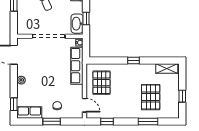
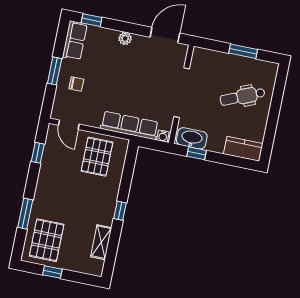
shelving: (167, 69) -> (101, 242), moved
pallet: (101, 83) -> (97, 157), turned 90
pallet: (151, 97) -> (47, 240), moved, turned 90
door: (85, 105) -> (69, 125), hinge flipped

